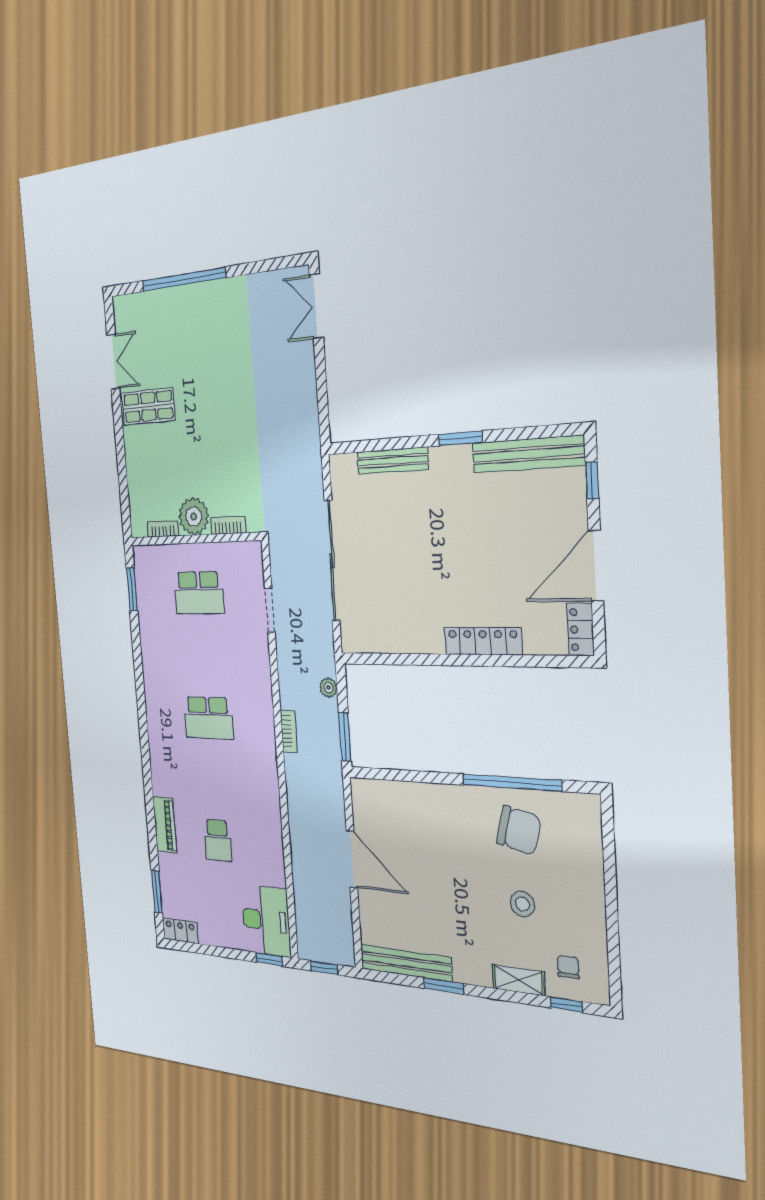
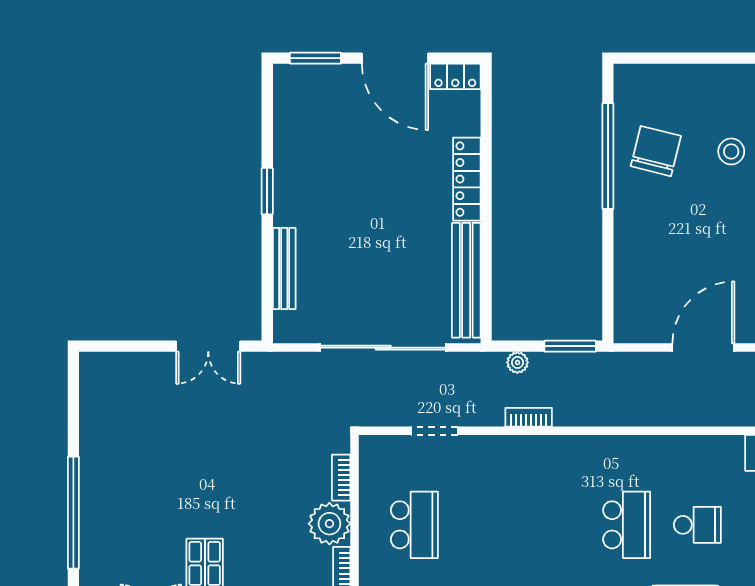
double door: (316, 306) -> (208, 346), moved
bench: (528, 454) -> (466, 280), moved
window: (592, 480) -> (315, 58), width x1.50
school desk: (208, 718) -> (627, 525), moved
bookcase: (289, 731) -> (529, 417), moved

